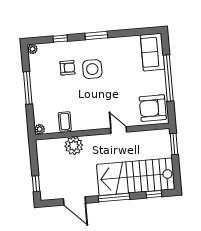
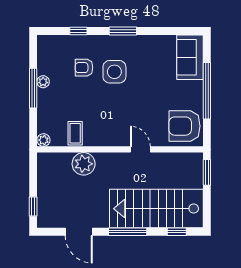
plant: (32, 49) -> (43, 82), moved
armchair: (67, 68) -> (84, 68), turned 180

